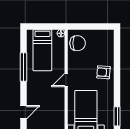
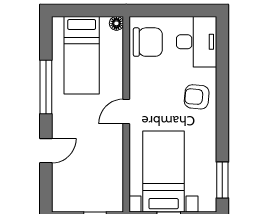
desk: (103, 43) -> (197, 42), added
door: (23, 112) -> (46, 151), moved

